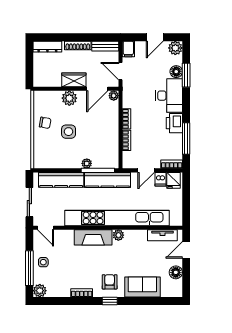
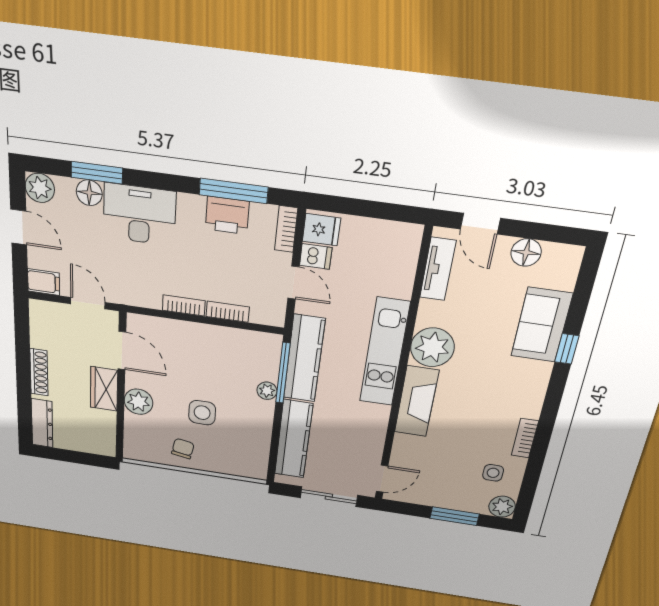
bench: (105, 46) -> (39, 324), removed
door: (120, 71) -> (88, 303), swing flipped
plant: (114, 96) -> (136, 323), removed
printer: (174, 123) -> (227, 215), moved
kitchen unit: (117, 218) -> (385, 352), width x0.54
plant: (118, 235) -> (432, 347), width x1.88, depth x1.88
side table: (43, 262) -> (493, 473), moved
window: (29, 268) -> (454, 516), width x0.69
armchair: (110, 282) -> (515, 385), removed
window: (110, 301) -> (567, 349), moved

